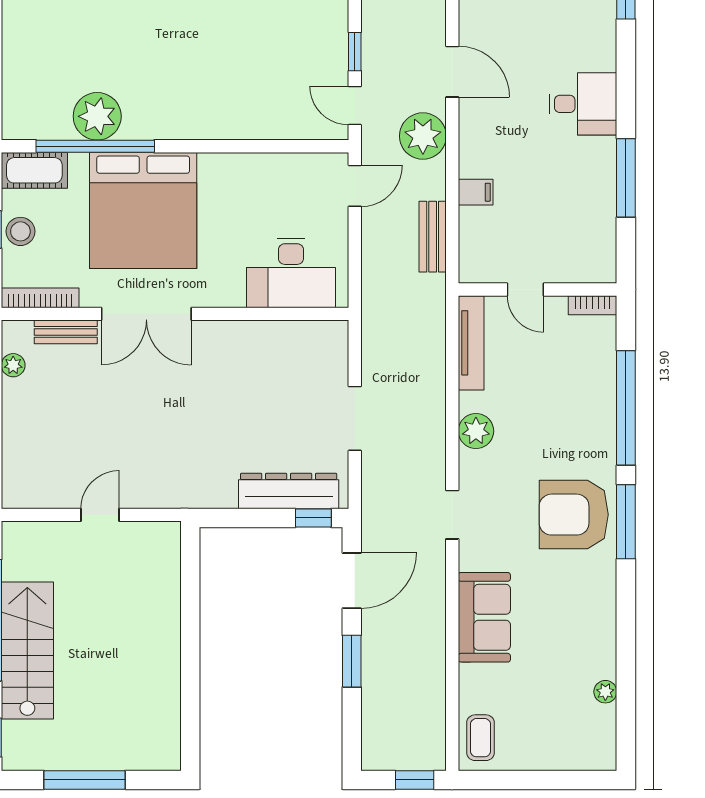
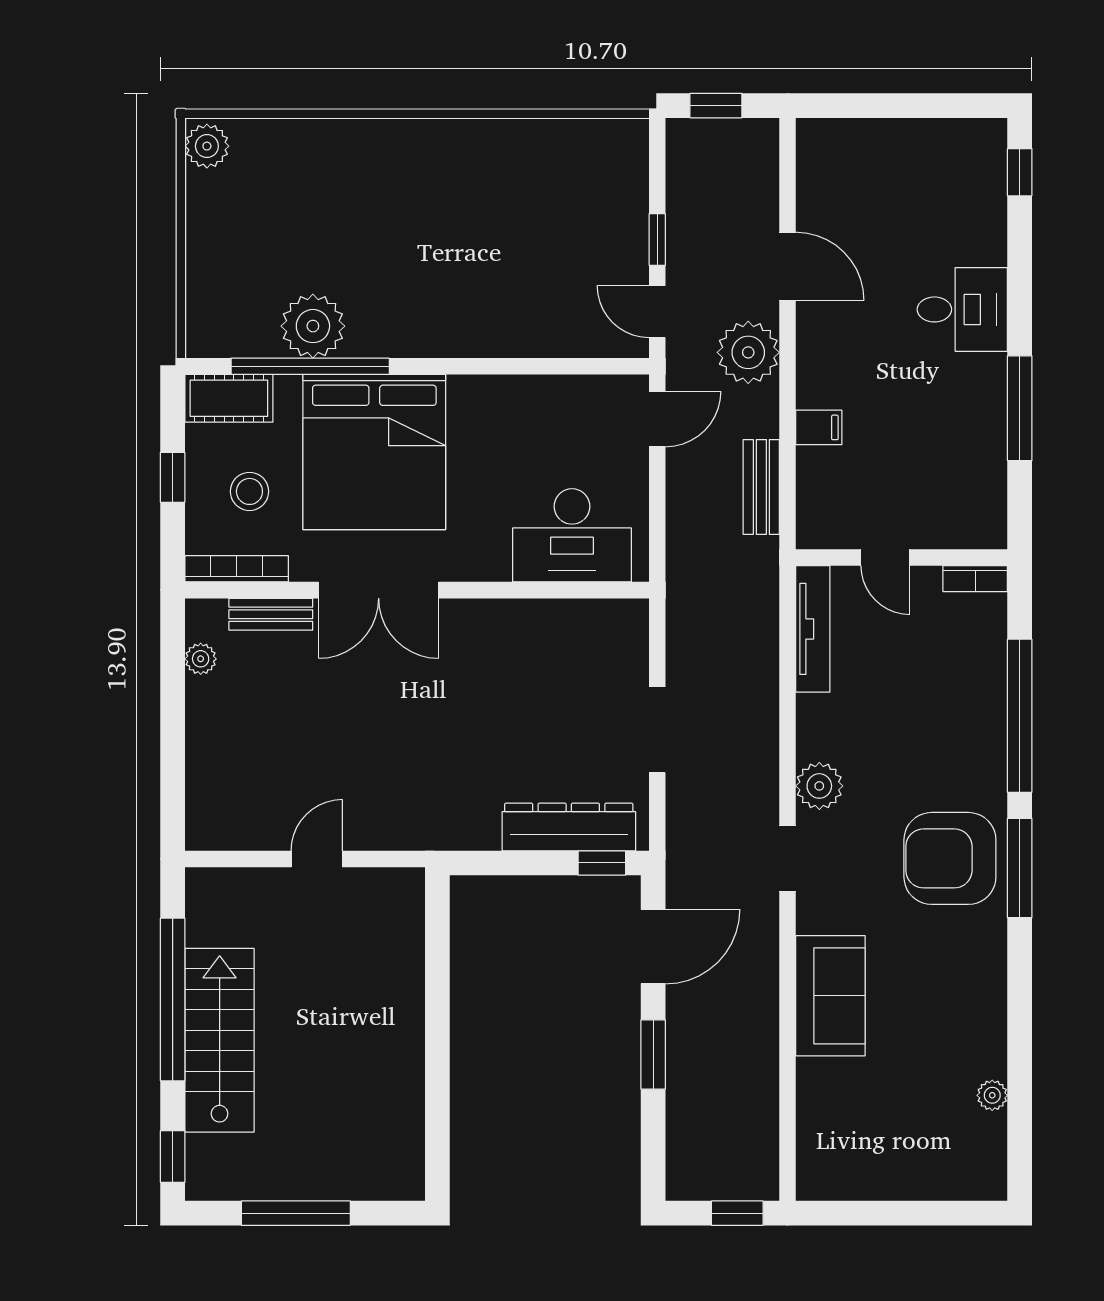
stool: (20, 231) -> (249, 491), moved
plant: (476, 431) -> (819, 786), moved
coffee table: (481, 738) -> (825, 1157), removed

